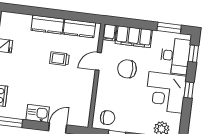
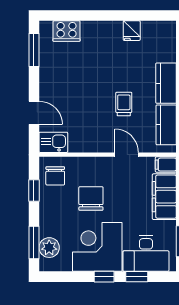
window: (193, 54) -> (137, 277), moved
chair: (127, 69) -> (91, 199), moved
kitchen sink: (38, 113) -> (53, 142), moved, turned -90

